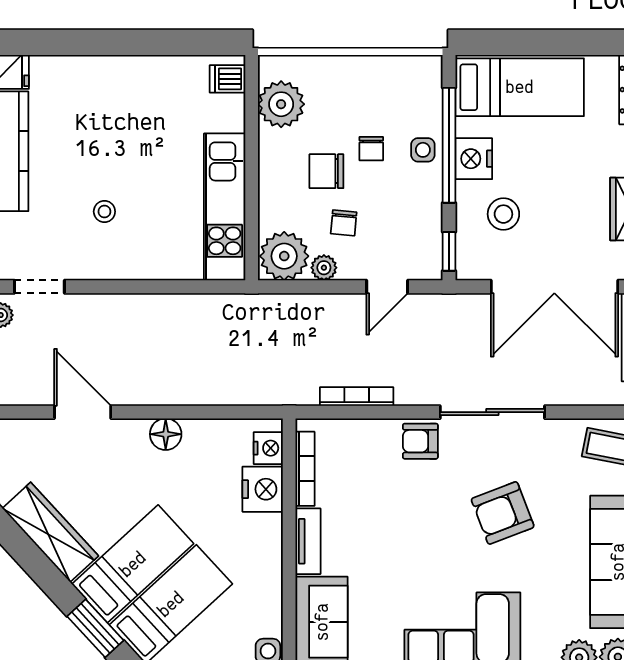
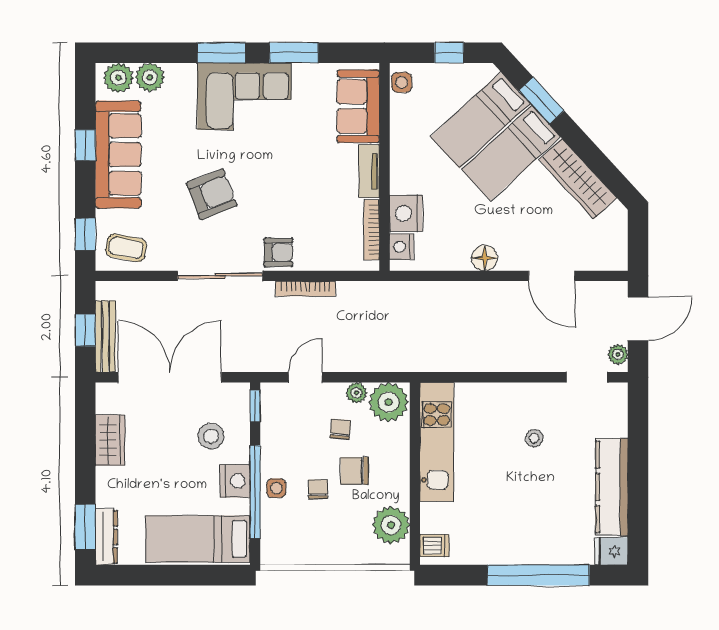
window: (99, 42) -> (538, 575), added
chair: (326, 171) -> (354, 471), turned 180
bookcase: (357, 396) -> (305, 289), moved

